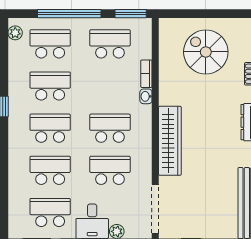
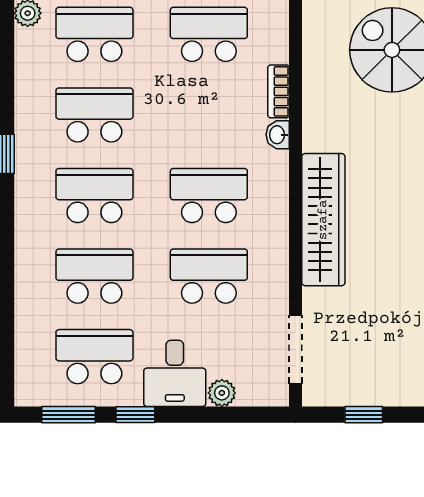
doorway: (155, 209) -> (296, 349), width x0.73

